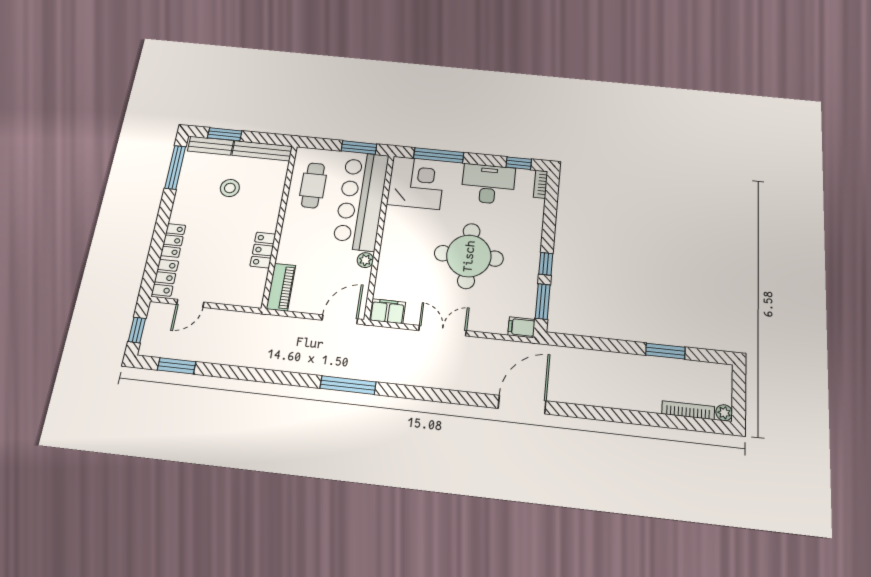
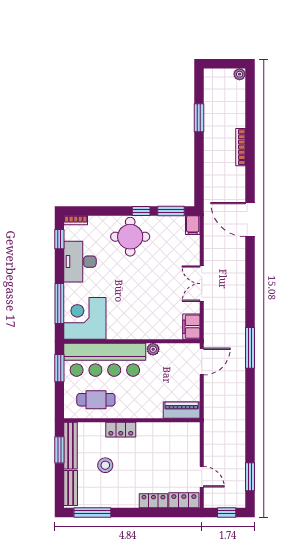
window: (225, 134) -> (59, 450), moved
locker: (263, 250) -> (121, 430), moved
round table: (469, 256) -> (130, 237), moved, width x0.73, depth x0.73
door: (340, 319) -> (202, 361), swing flipped
bookcase: (688, 410) -> (241, 147), moved

